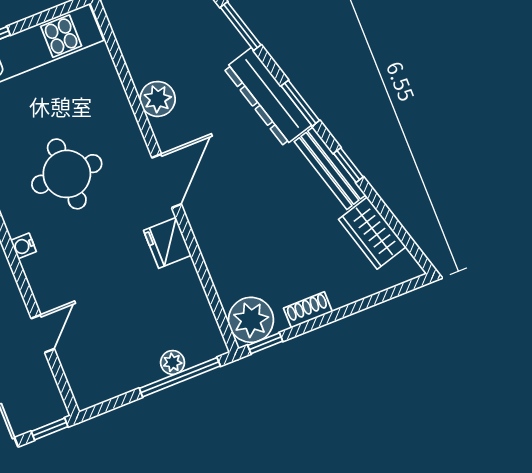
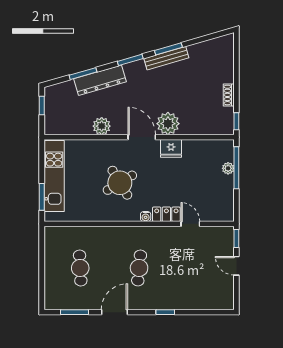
dresser: (268, 97) -> (100, 80), moved
window: (348, 165) -> (168, 49), width x1.50
round table: (67, 174) -> (120, 183), turned -31
wardrobe: (372, 233) -> (205, 50), removed
locker: (43, 283) -> (166, 214), added
plant: (251, 320) -> (168, 124), moved

